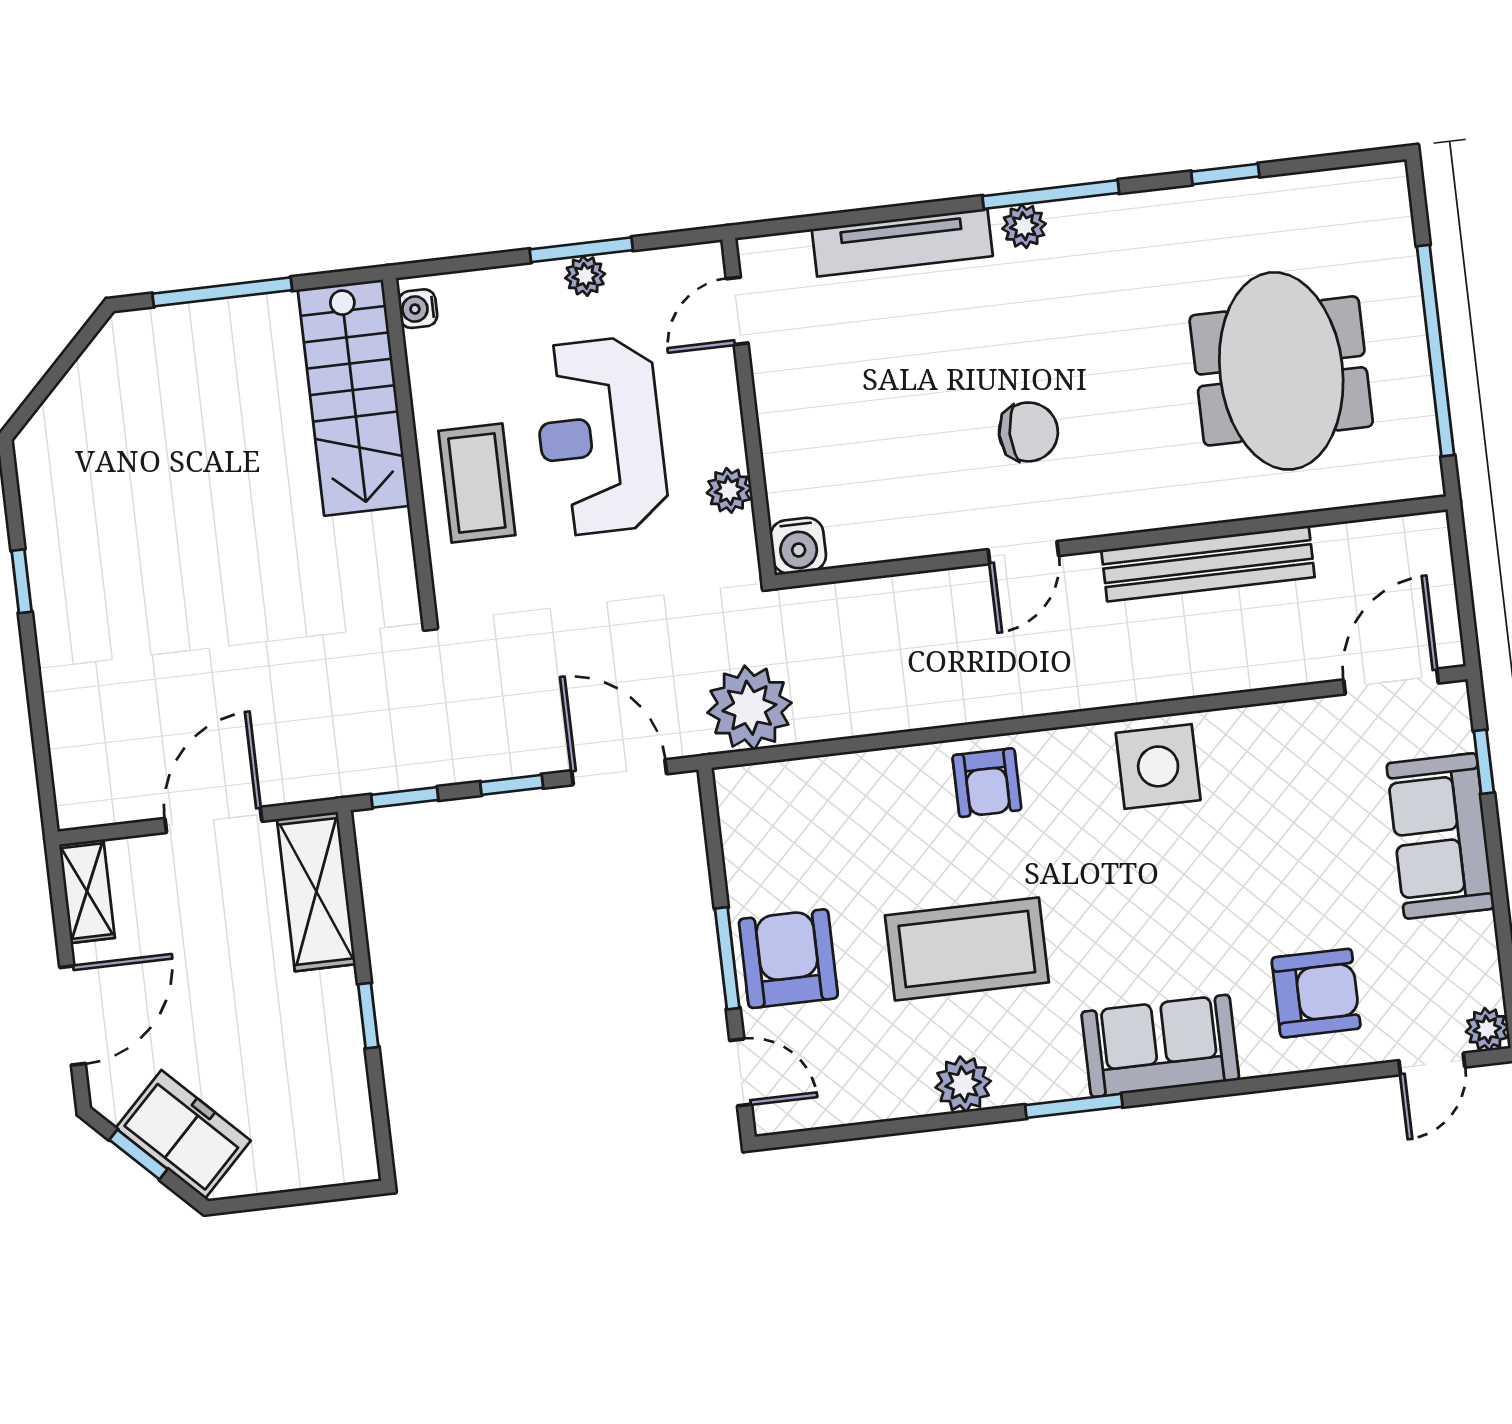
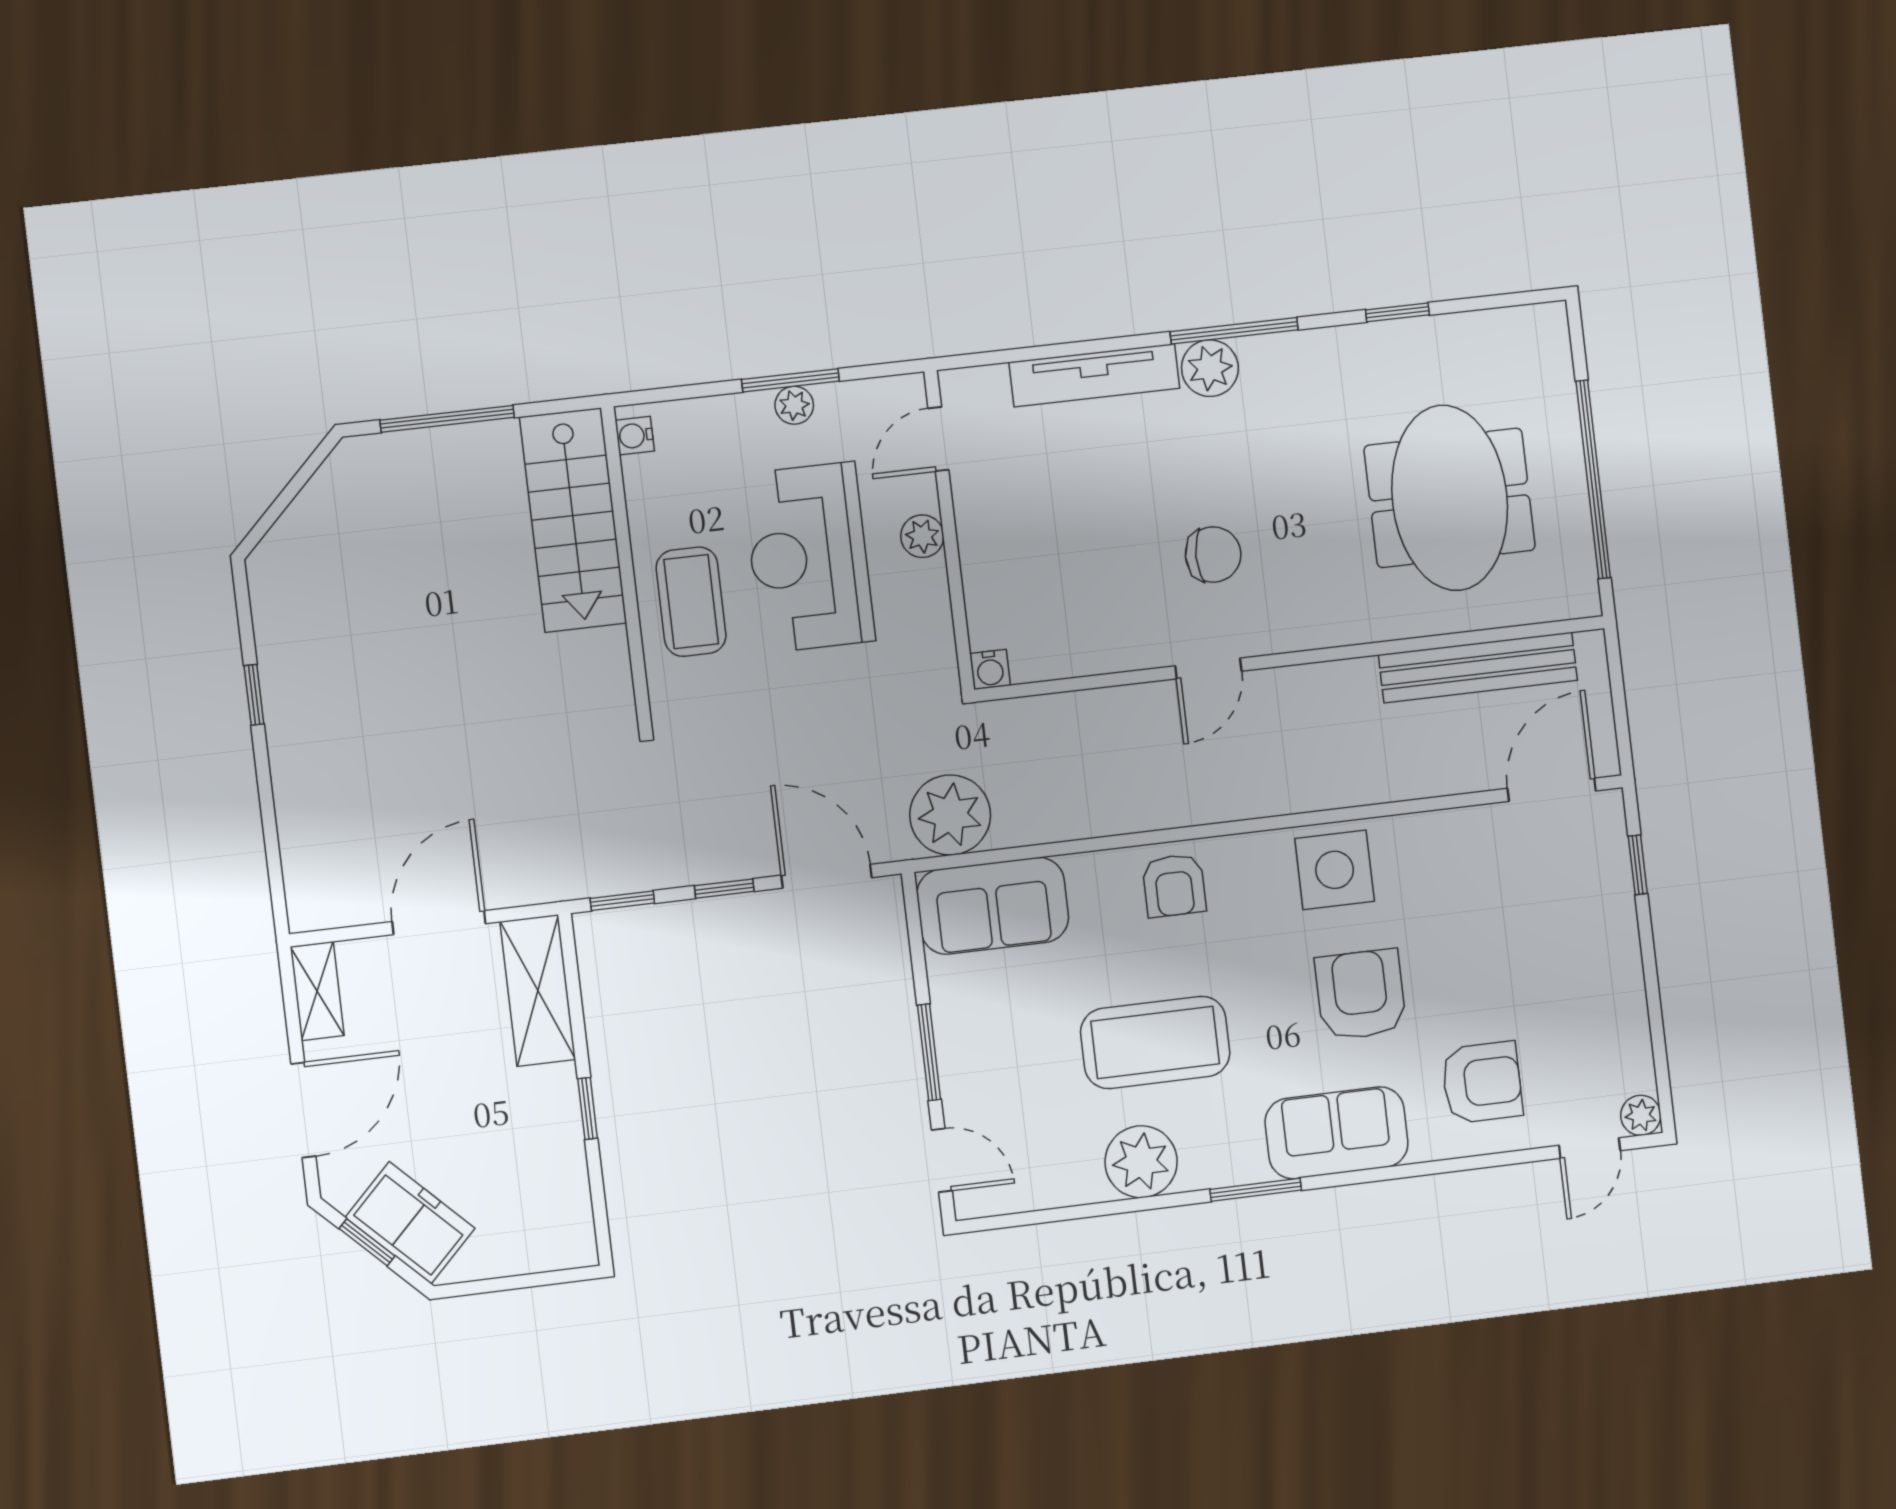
plant: (1024, 226) -> (1210, 368), width x1.38, depth x1.38
plant: (729, 490) -> (922, 536), moved
water cooler: (798, 546) -> (990, 669), width x0.72, depth x0.72
bench: (1208, 564) -> (1478, 668), moved
sofa: (1440, 836) -> (993, 906), moved, turned -90
armchair: (788, 959) -> (1361, 995), moved
plant: (963, 1084) -> (1141, 1162), width x1.36, depth x1.36

